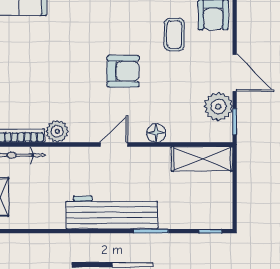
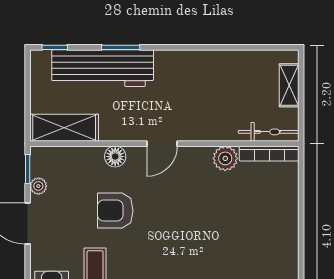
armchair: (123, 71) -> (115, 211), moved
plant: (218, 106) -> (38, 186), width x0.53, depth x0.53
workbench: (112, 212) -> (103, 68), moved

